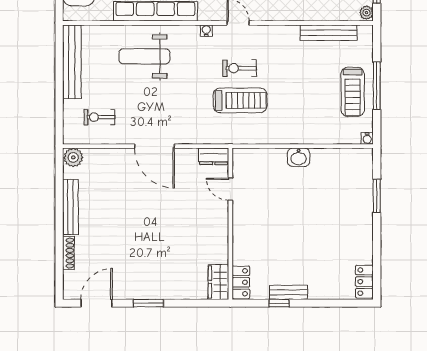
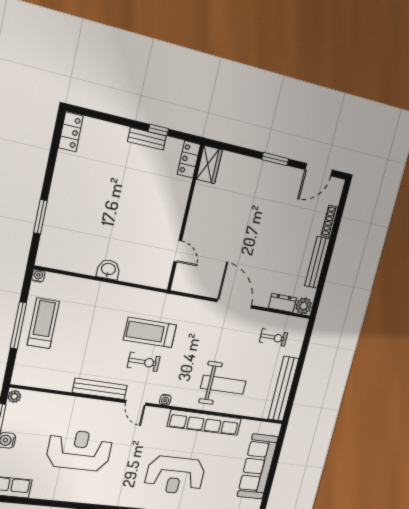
bench: (329, 33) -> (100, 389), moved
dresser: (214, 156) -> (283, 303), moved

